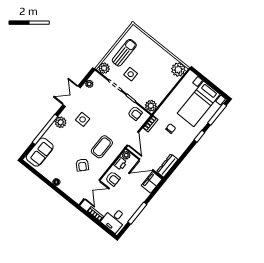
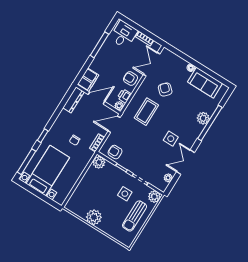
plant: (178, 70) -> (94, 217), moved
double door: (72, 96) -> (186, 162), swing flipped
plant: (61, 122) -> (203, 118), moved
door: (133, 139) -> (114, 124), hinge flipped
sofa: (40, 152) -> (205, 83), moved, turned -90

